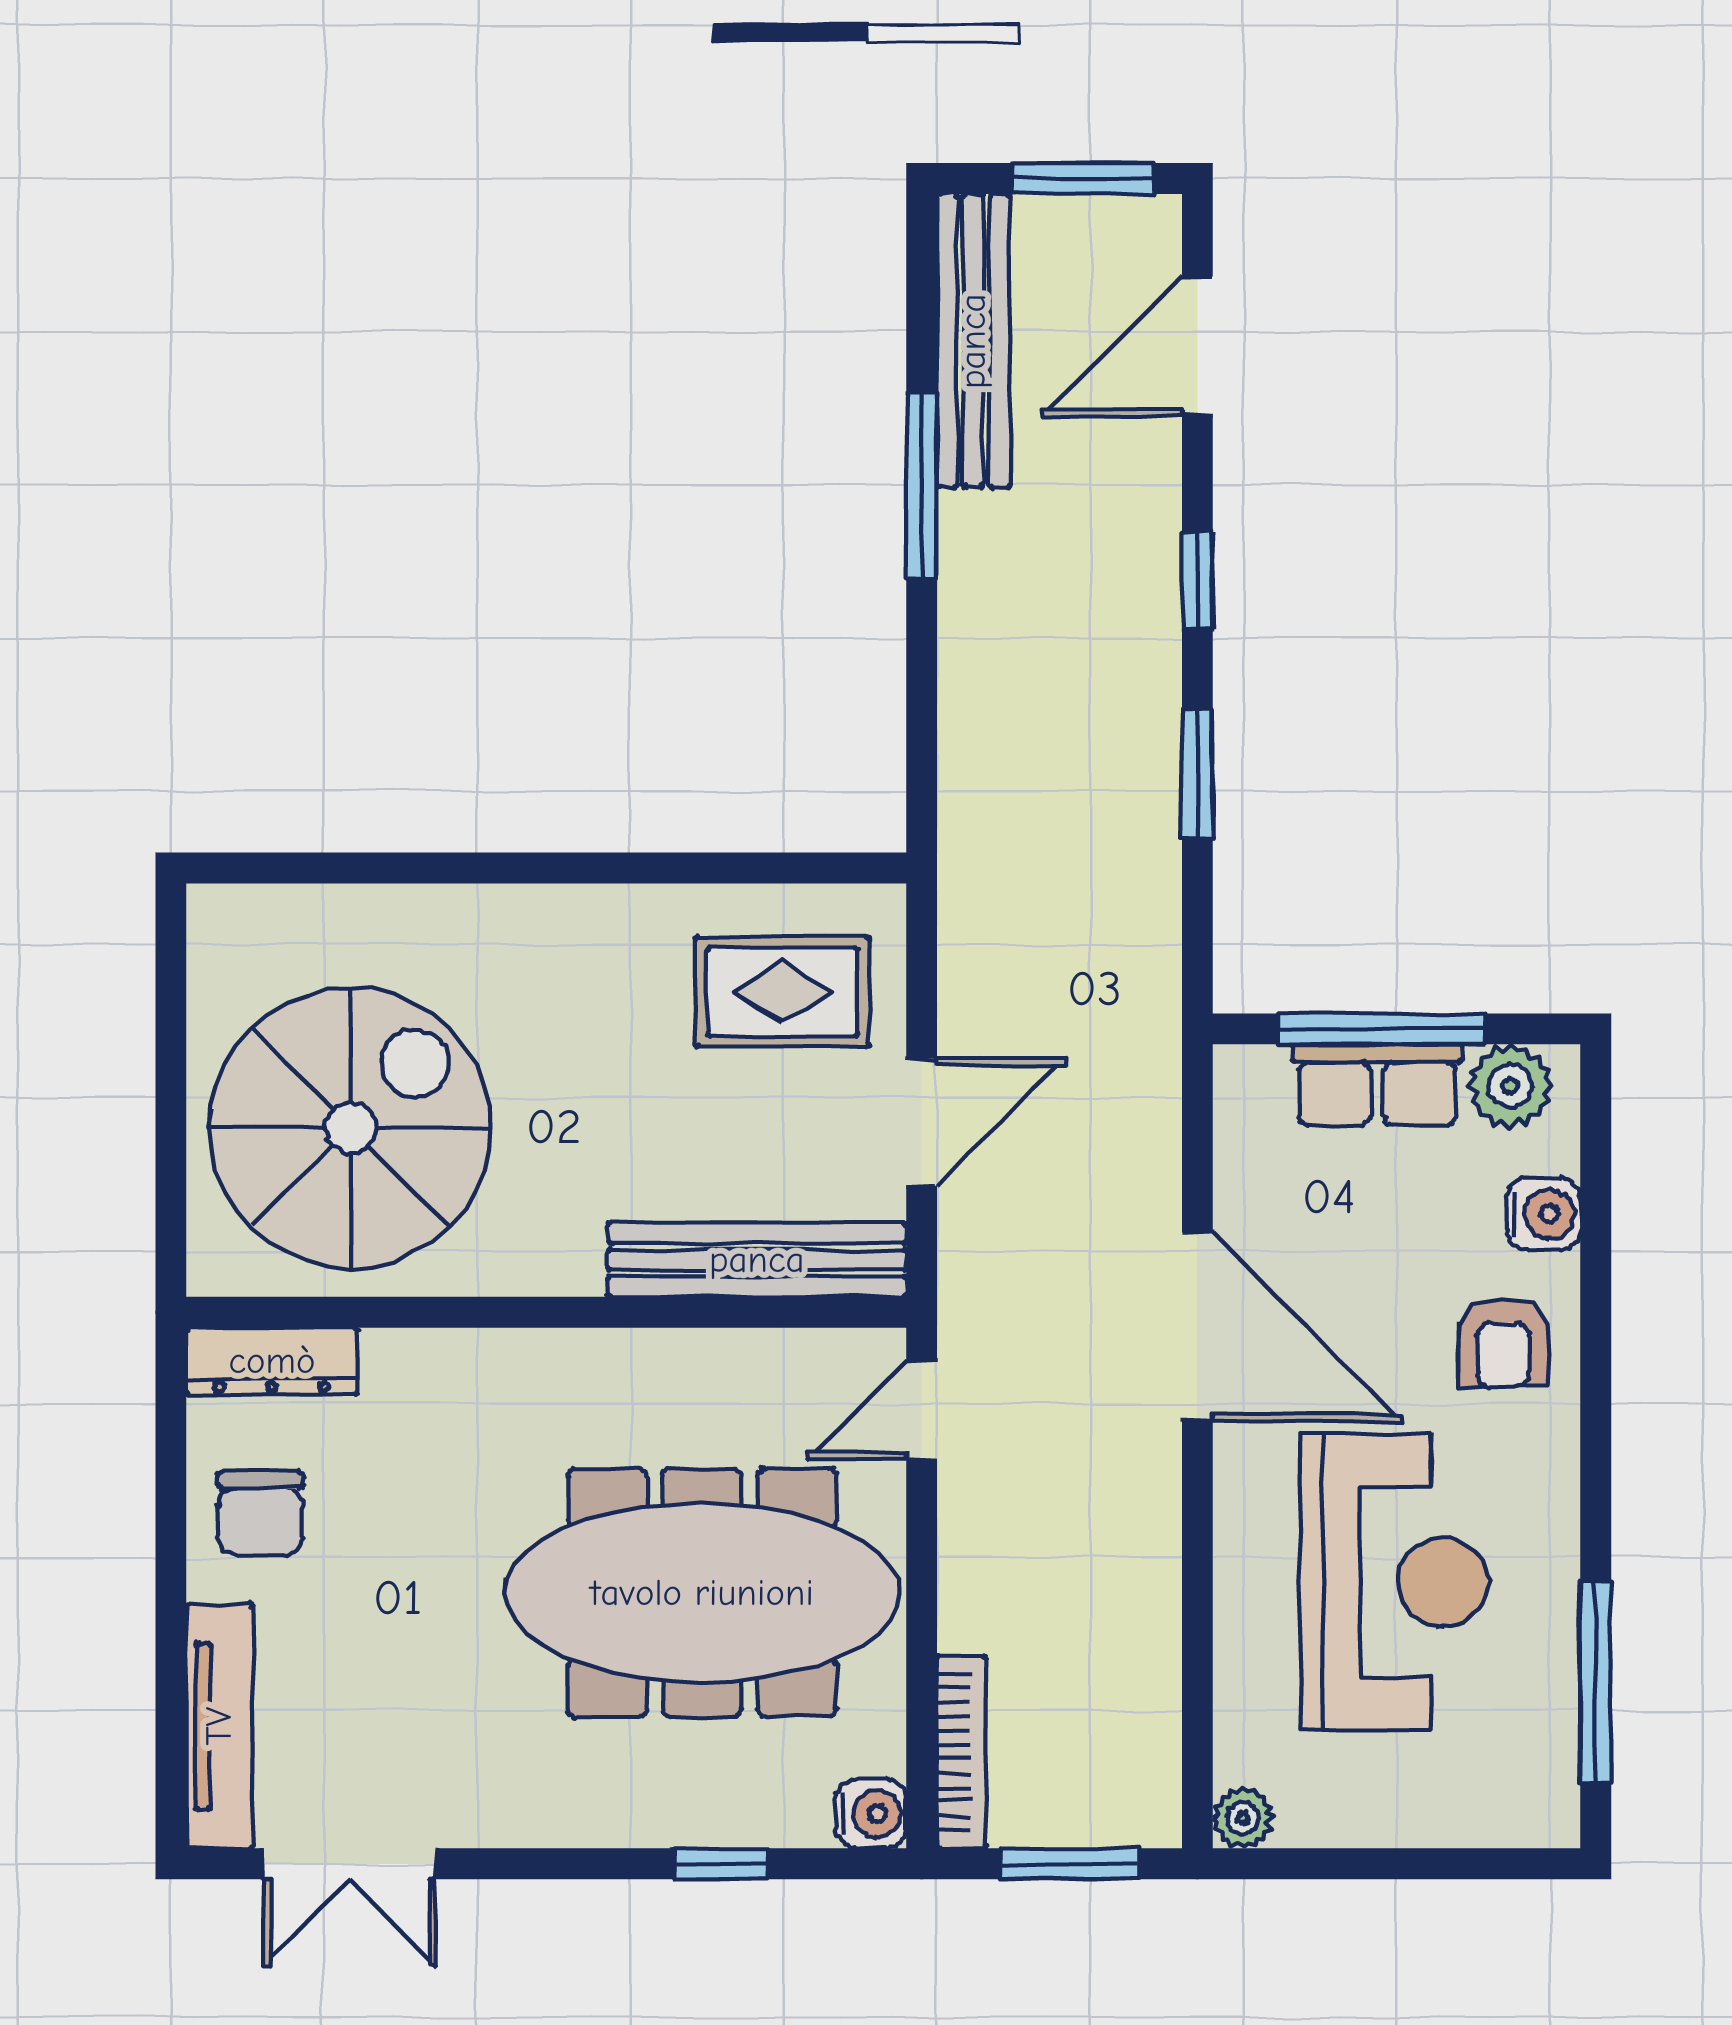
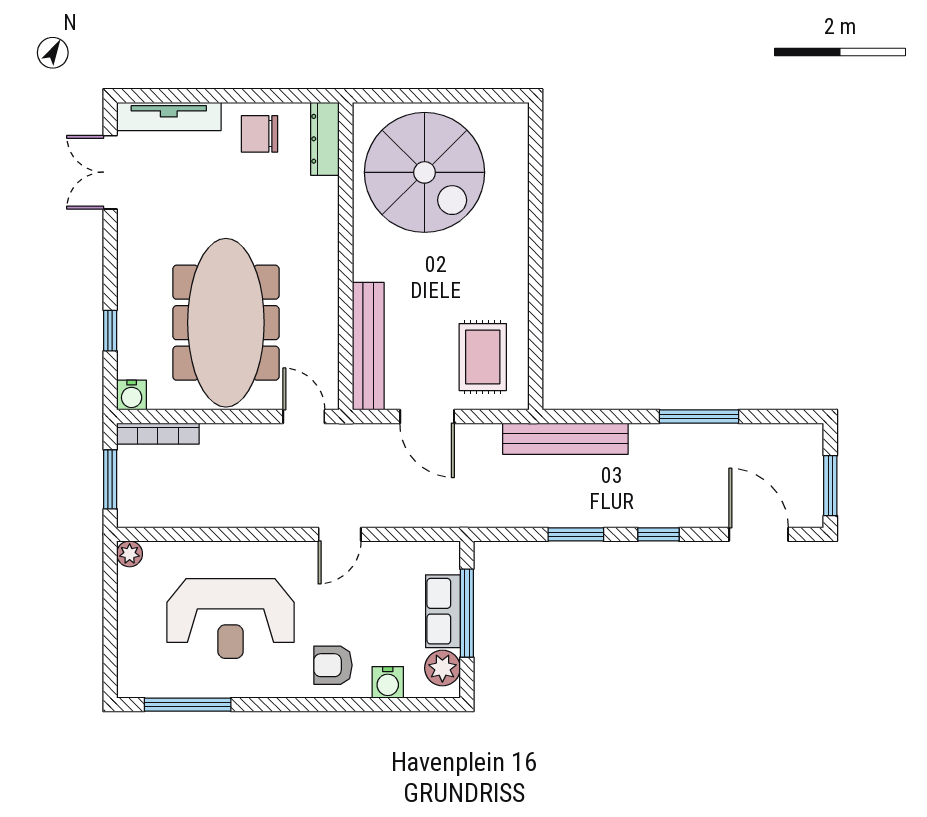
bench: (973, 341) -> (565, 439), moved
door: (1197, 1327) -> (340, 534), width x0.53

